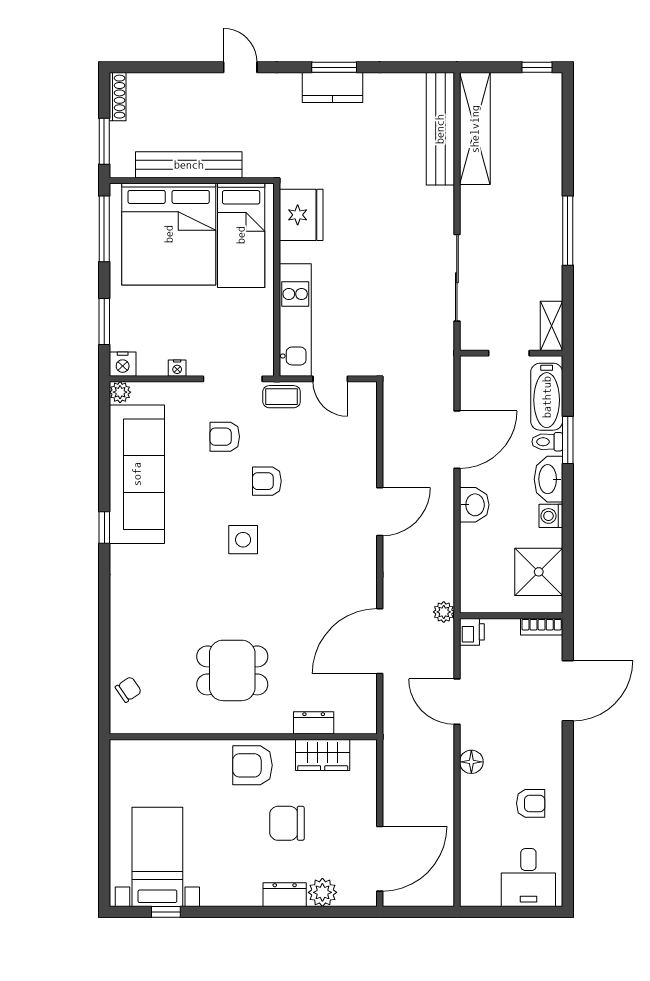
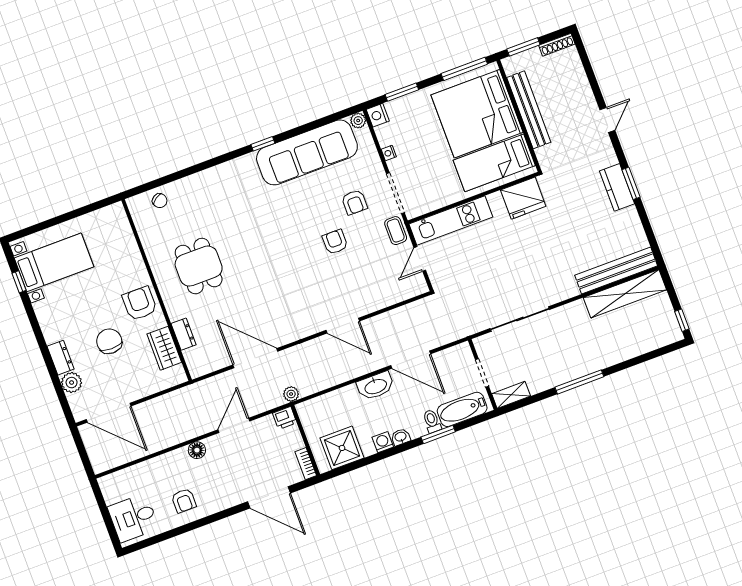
armchair: (225, 437) -> (354, 202), turned 180
washbasin: (548, 479) -> (401, 437), width x0.52, depth x0.69
washbasin: (474, 505) -> (375, 386), width x1.38
side table: (243, 540) -> (289, 240), removed

